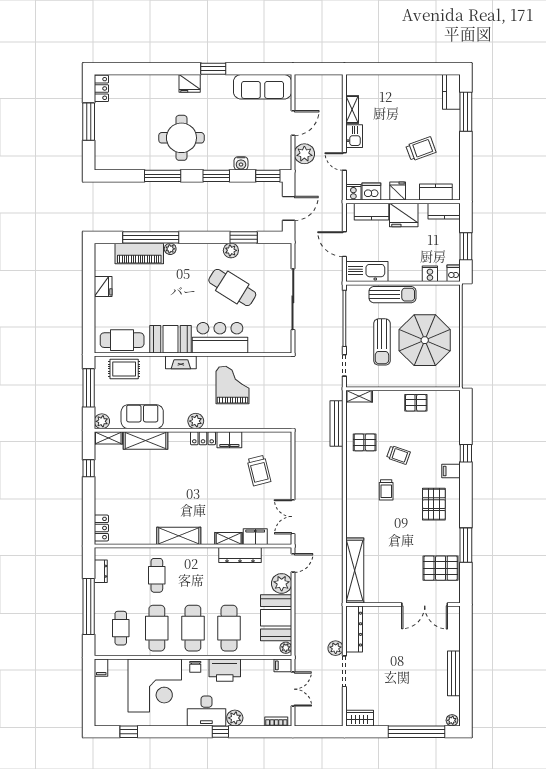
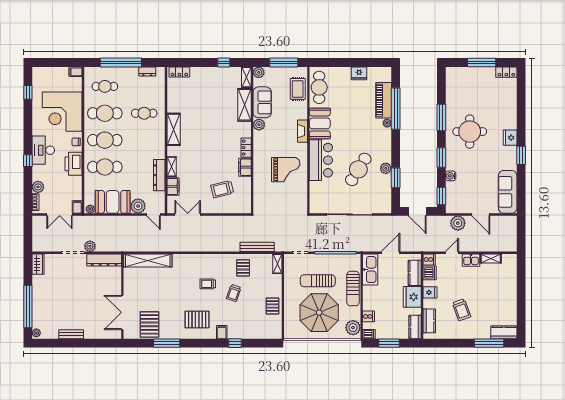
plant: (445, 295) -> (353, 328), added
plant: (196, 421) -> (259, 125), moved
bench: (454, 673) -> (71, 334), width x0.73
plant: (235, 718) -> (38, 187), moved

